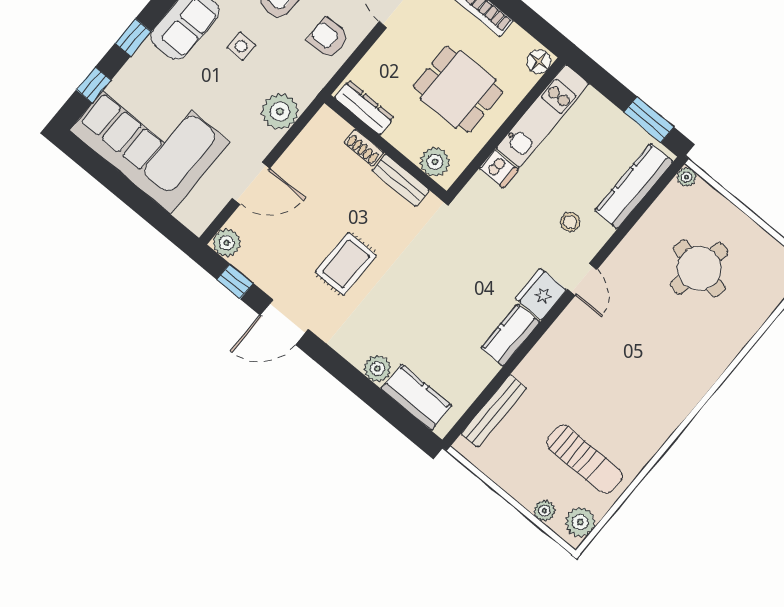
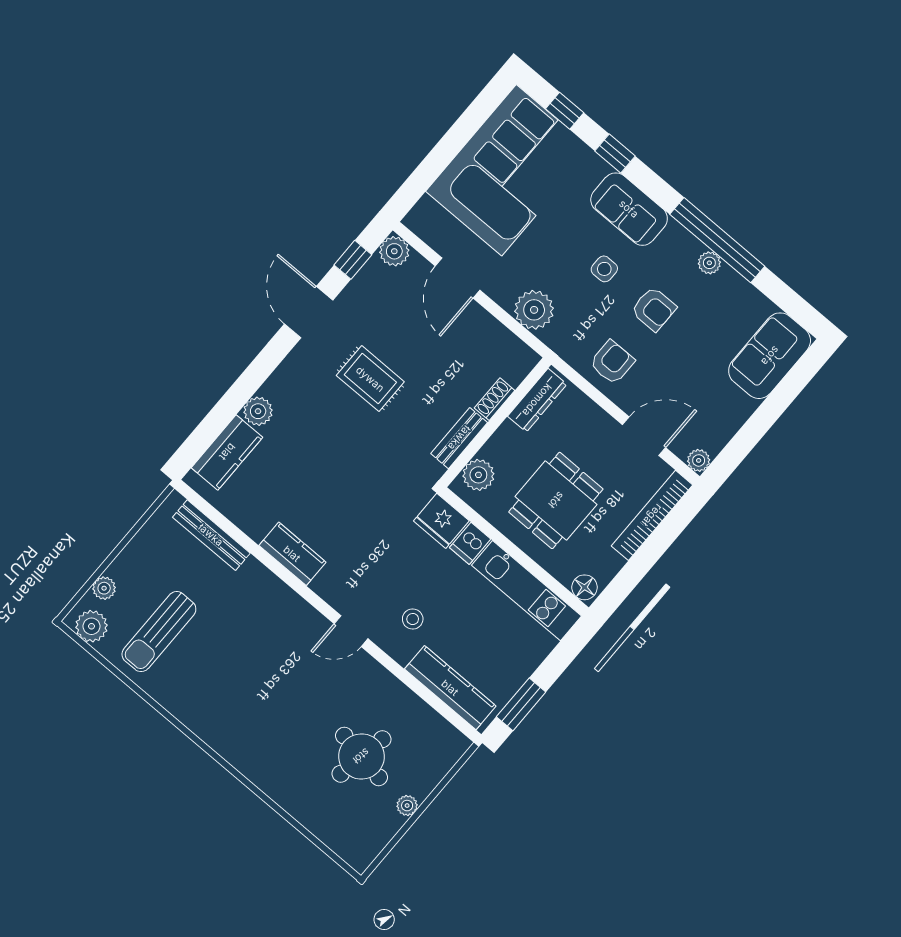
plant: (686, 177) -> (407, 806), moved
fridge: (541, 294) -> (441, 521), moved, turned 180

